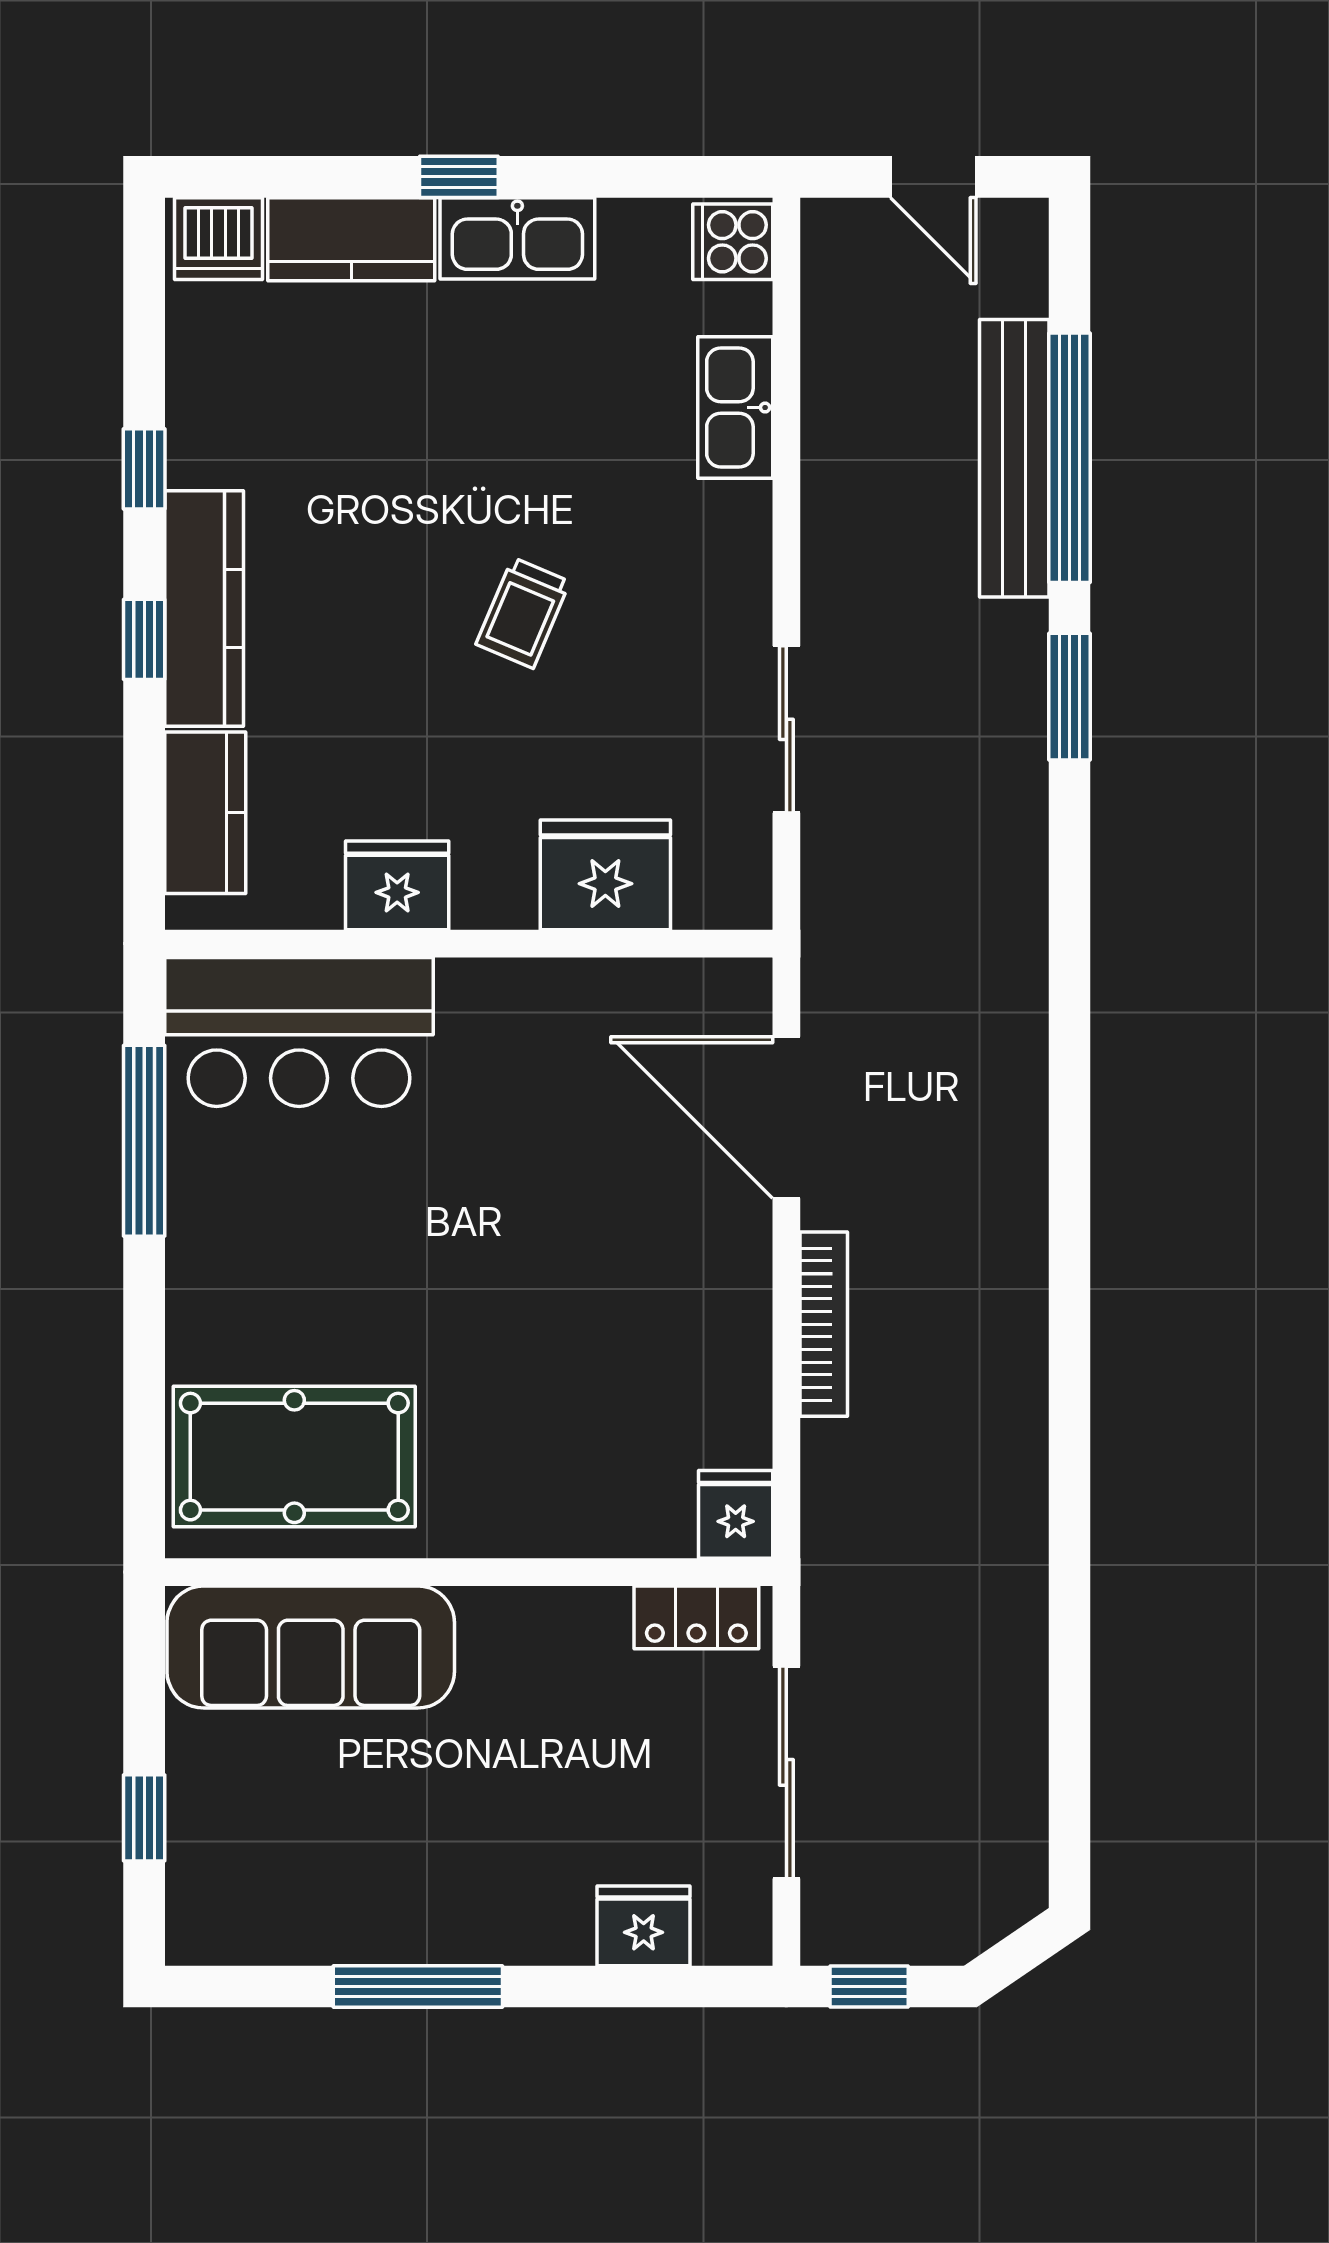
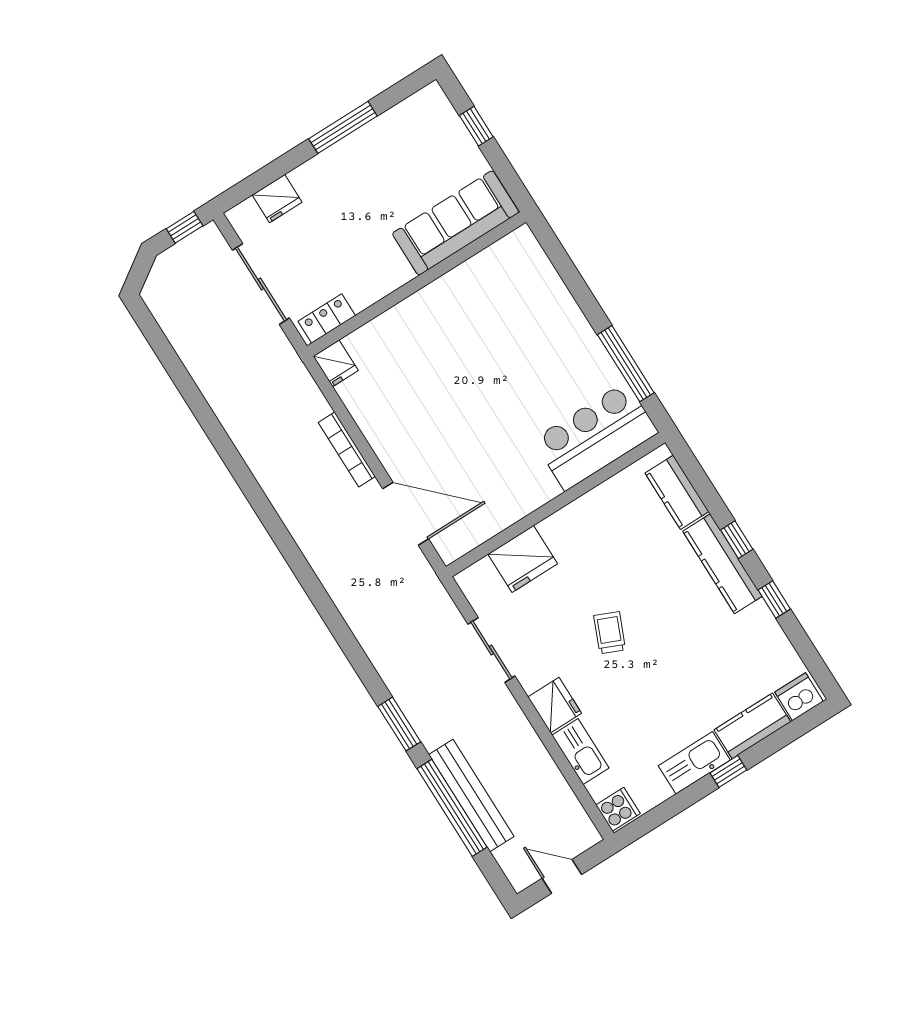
fridge: (397, 885) -> (555, 705), moved, turned -90
pool table: (294, 1457) -> (503, 286), removed

